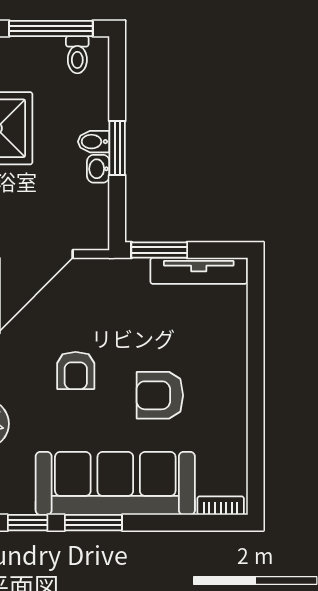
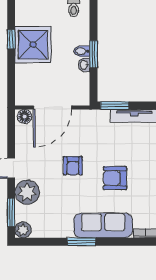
sofa: (115, 483) -> (103, 226), width x0.74, depth x0.79
window: (28, 523) -> (49, 242), removed

